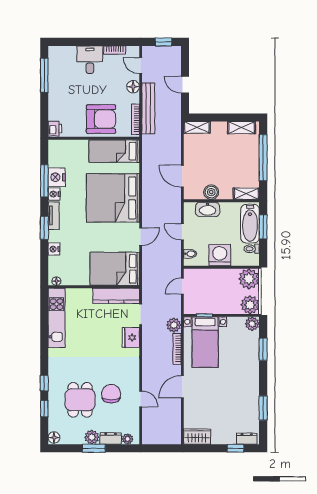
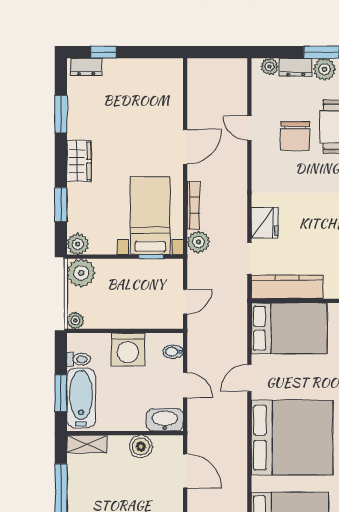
washbasin: (208, 209) -> (165, 420), moved
plant: (249, 279) -> (75, 320), width x0.53, depth x0.53
wardrobe: (197, 437) -> (79, 161), moved, turned -90

